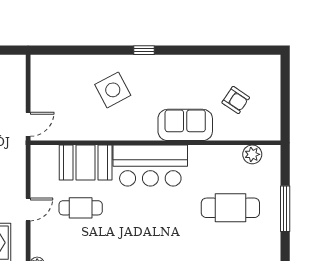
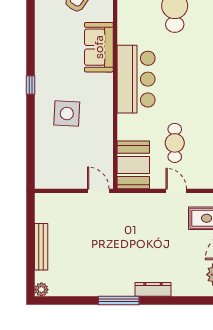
side table: (113, 90) -> (67, 113), turned 31
booth: (86, 163) -> (133, 165), moved

